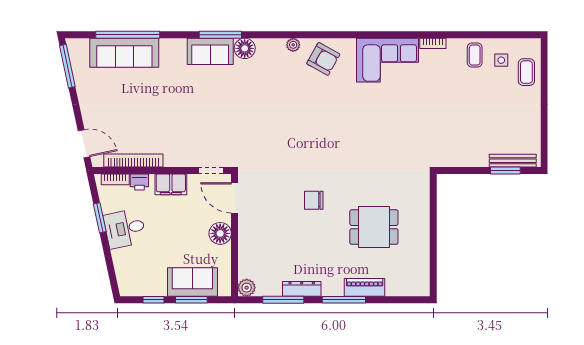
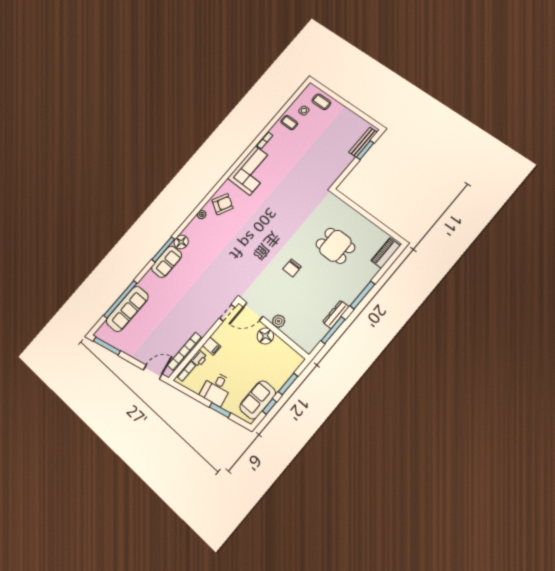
filing cabinet: (171, 184) -> (212, 346), width x0.50
window: (100, 218) -> (220, 410), moved
dining table: (374, 227) -> (335, 246), turned 90
sofa: (192, 282) -> (258, 400), moved
piano: (365, 287) -> (386, 253), moved
plant: (247, 288) -> (279, 321), moved

